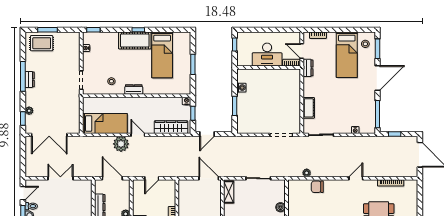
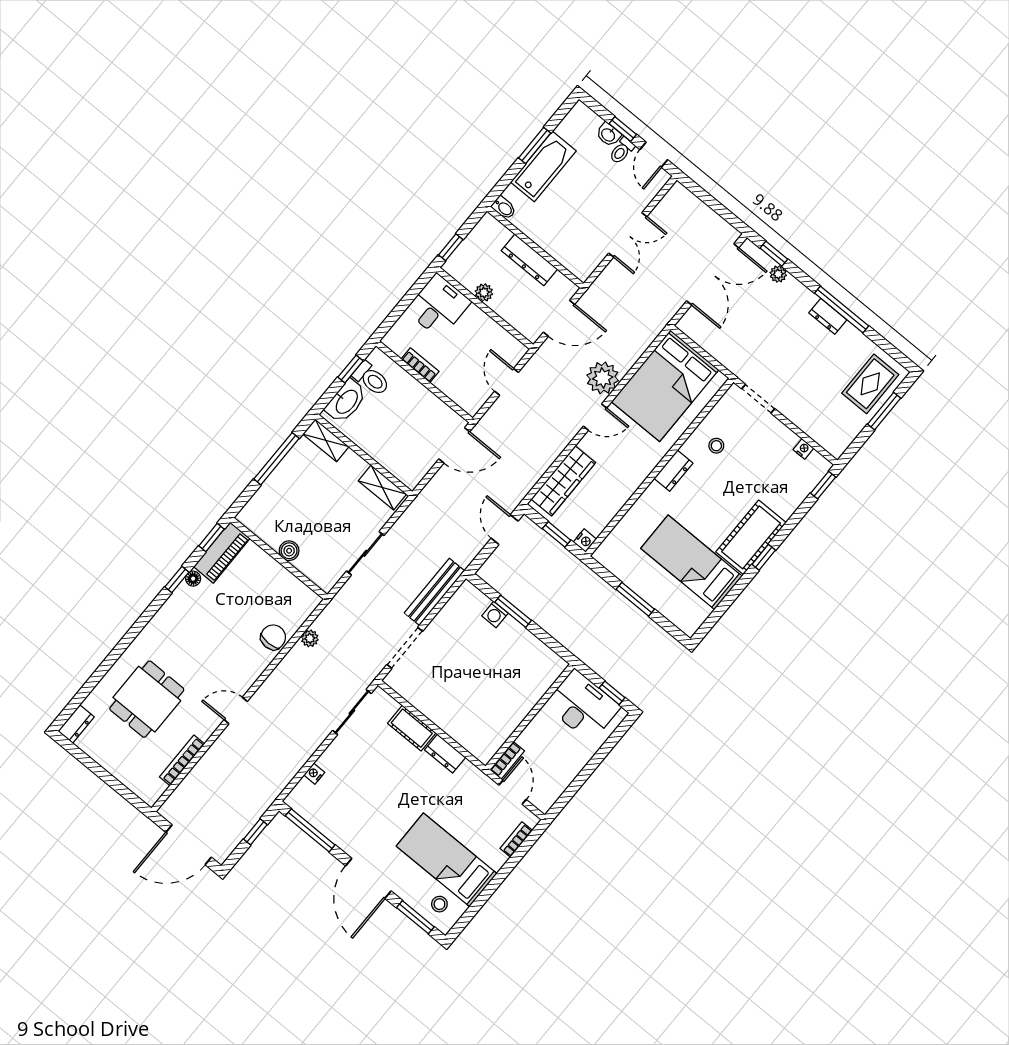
door: (302, 51) -> (513, 792), hinge flipped
desk: (267, 55) -> (583, 706), moved, turned 90
dresser: (308, 68) -> (445, 754), moved
washing machine: (241, 88) -> (495, 614), moved
bed: (105, 123) -> (665, 386), width x1.50
double door: (49, 135) -> (713, 274), swing flipped
bench: (251, 141) -> (434, 592), added
door: (209, 178) -> (454, 445), moved
door: (356, 178) -> (236, 710), swing flipped

